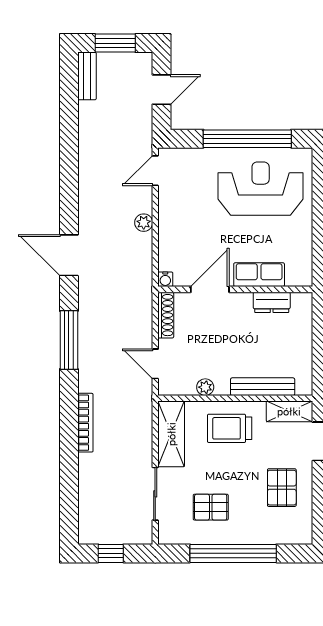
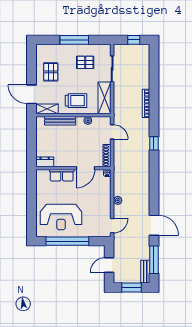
window: (69, 100) -> (154, 260), added
door: (69, 255) -> (154, 225), moved
dresser: (272, 302) -> (45, 162), moved
window: (69, 340) -> (154, 143), width x0.46
window: (233, 553) -> (74, 40), width x0.68

